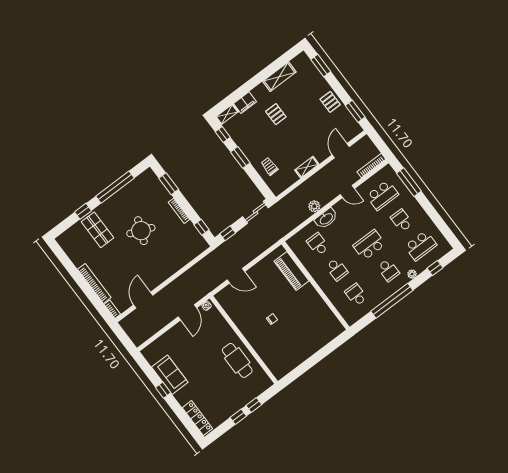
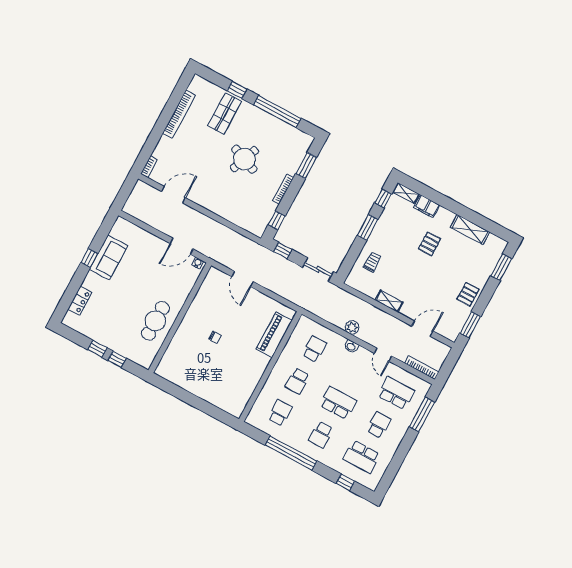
school desk: (382, 195) -> (396, 393), turned 180
washbasin: (326, 219) -> (351, 346), width x0.52, depth x0.69
plant: (412, 274) -> (328, 461), removed
bookcase: (94, 283) -> (179, 114), moved
locker: (197, 418) -> (80, 301), width x0.66

